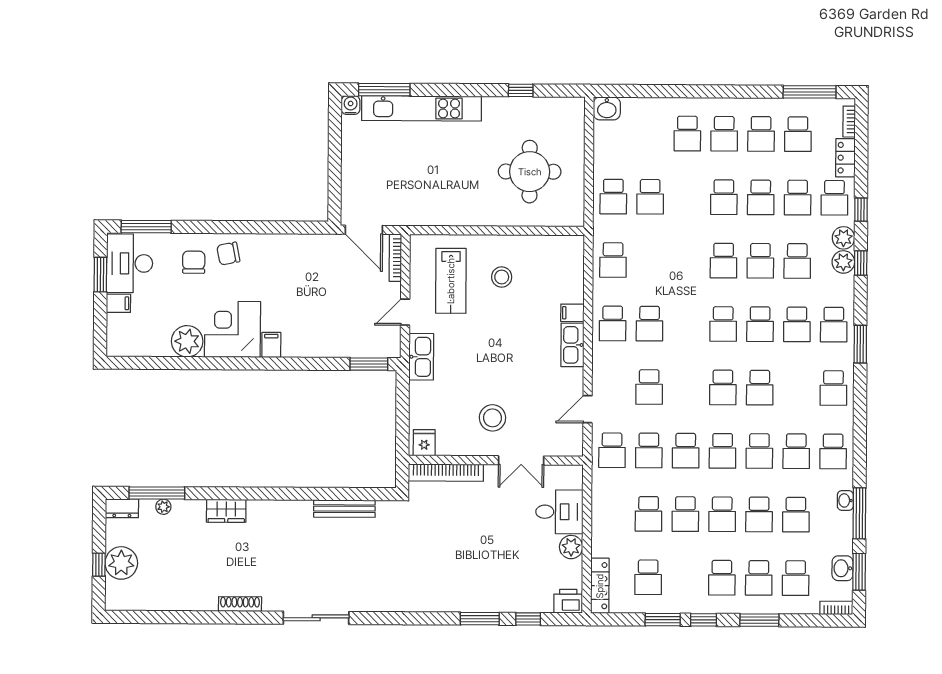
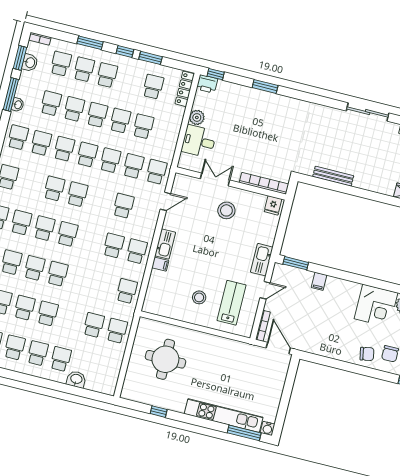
washbasin: (607, 108) -> (76, 379), moved
filing cabinet: (271, 345) -> (319, 281), moved
window: (528, 619) -> (216, 74), moved

